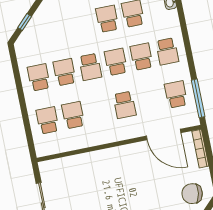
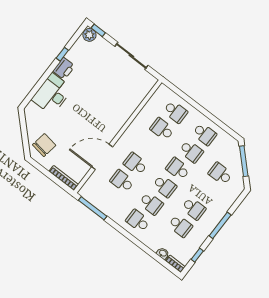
window: (25, 22) -> (244, 161), width x2.17
school desk: (56, 29) -> (220, 174), added
school desk: (176, 94) -> (122, 181), moved, turned 180
school desk: (73, 115) -> (162, 129), turned 180
door: (164, 134) -> (102, 157), moved

